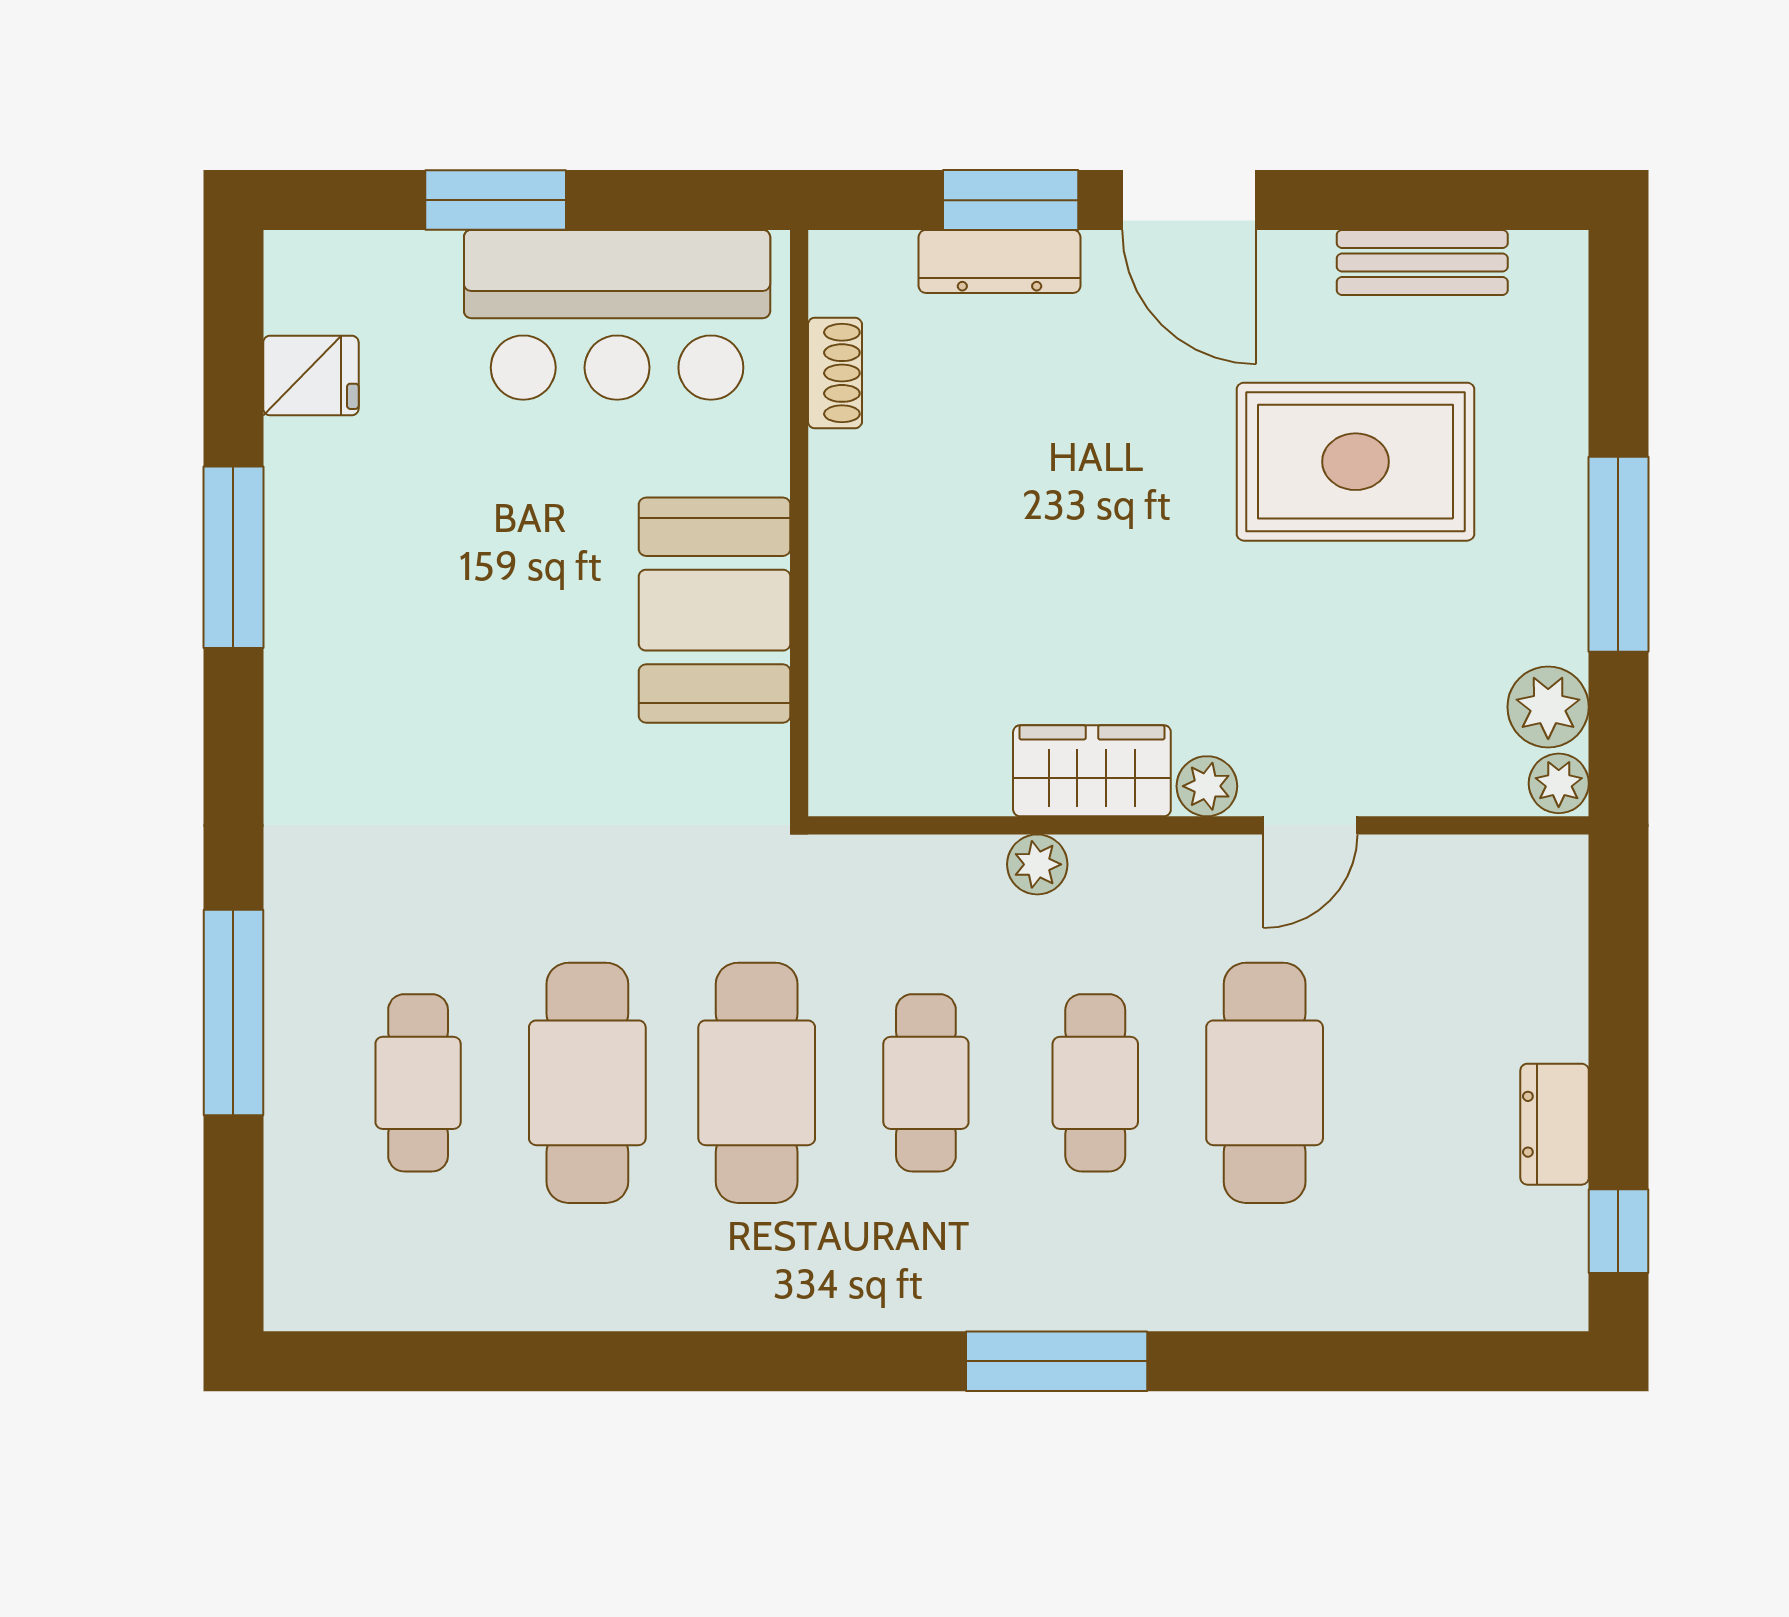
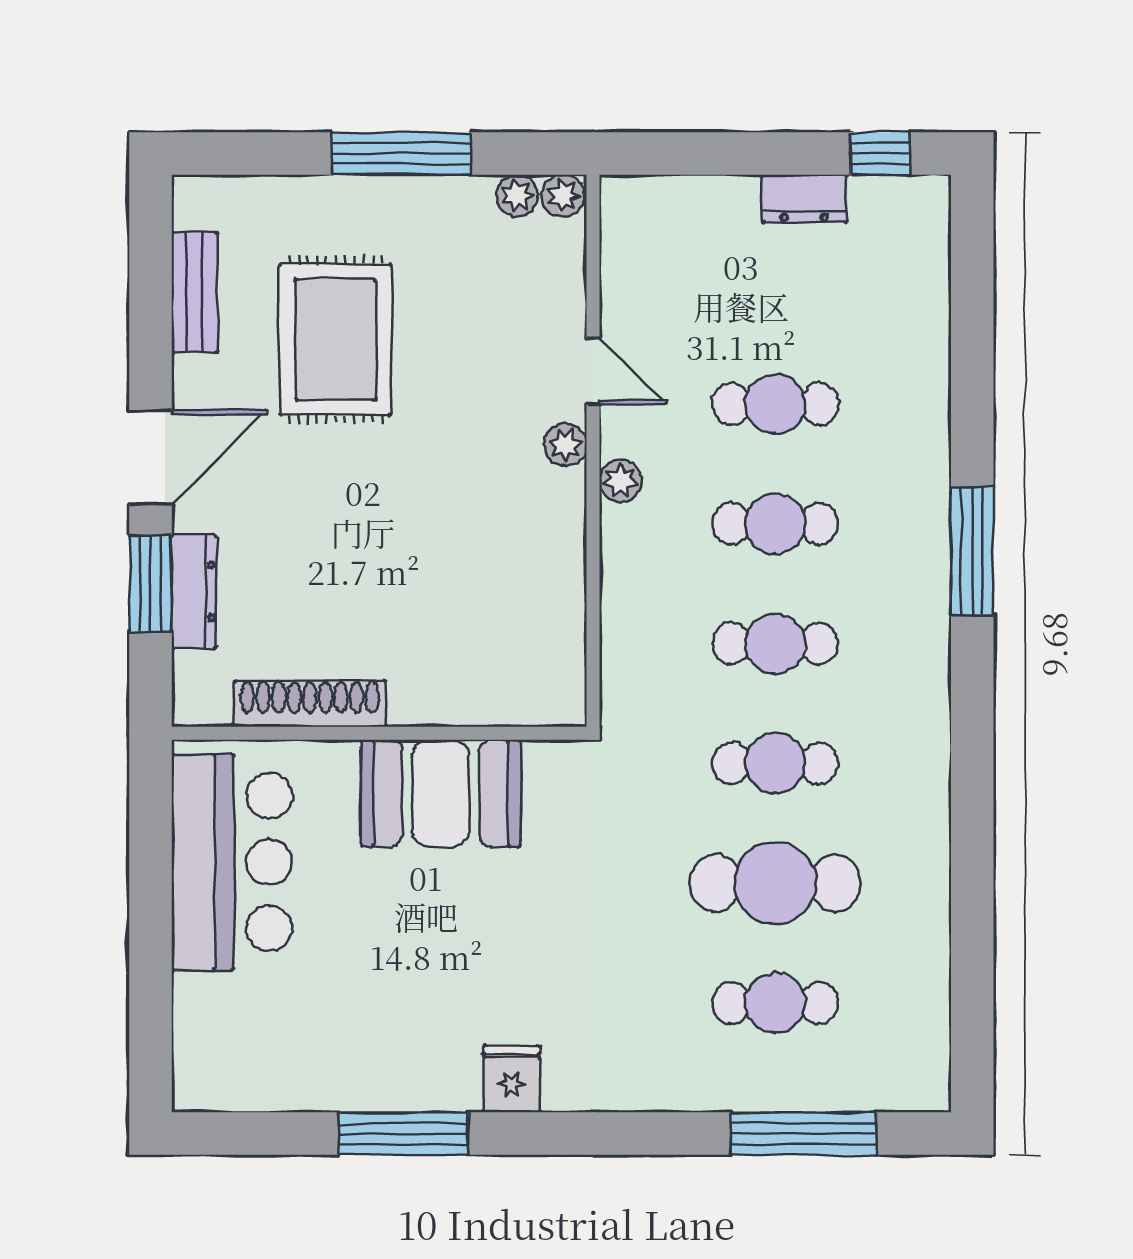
window: (496, 200) -> (150, 948), removed
shoe rack: (835, 373) -> (310, 703), width x1.94, depth x1.24
fridge: (311, 376) -> (512, 1079), moved
plant: (1548, 707) -> (517, 195), width x0.73, depth x0.73
wardrobe: (1092, 771) -> (554, 526), removed
plant: (1037, 864) -> (621, 481), moved
window: (233, 1013) -> (804, 1134), moved
cafe table: (757, 1083) -> (775, 763), width x0.73, depth x0.74
cafe table: (1265, 1083) -> (775, 404), width x0.73, depth x0.74

